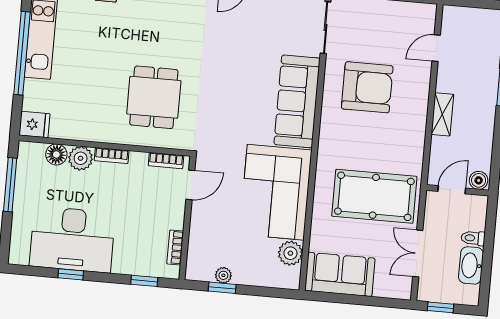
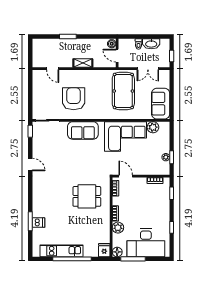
sofa: (297, 101) -> (83, 130), width x0.73
floor lamp: (56, 154) -> (117, 252), moved
desk: (72, 239) -> (146, 243), moved, turned 90

